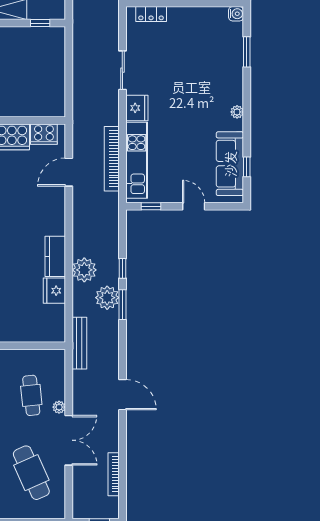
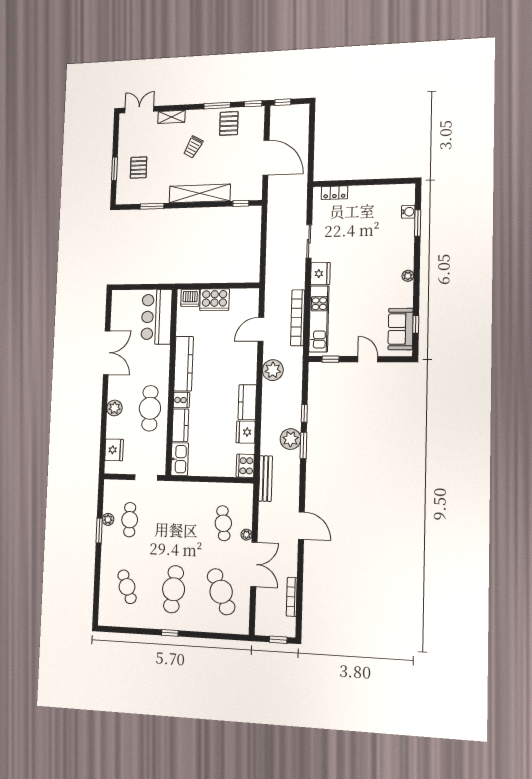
water cooler: (236, 14) -> (408, 212), moved
cooker: (44, 134) -> (245, 466), moved, turned 90
sofa: (230, 164) -> (401, 329), width x0.73
plant: (84, 270) -> (273, 370), moved

